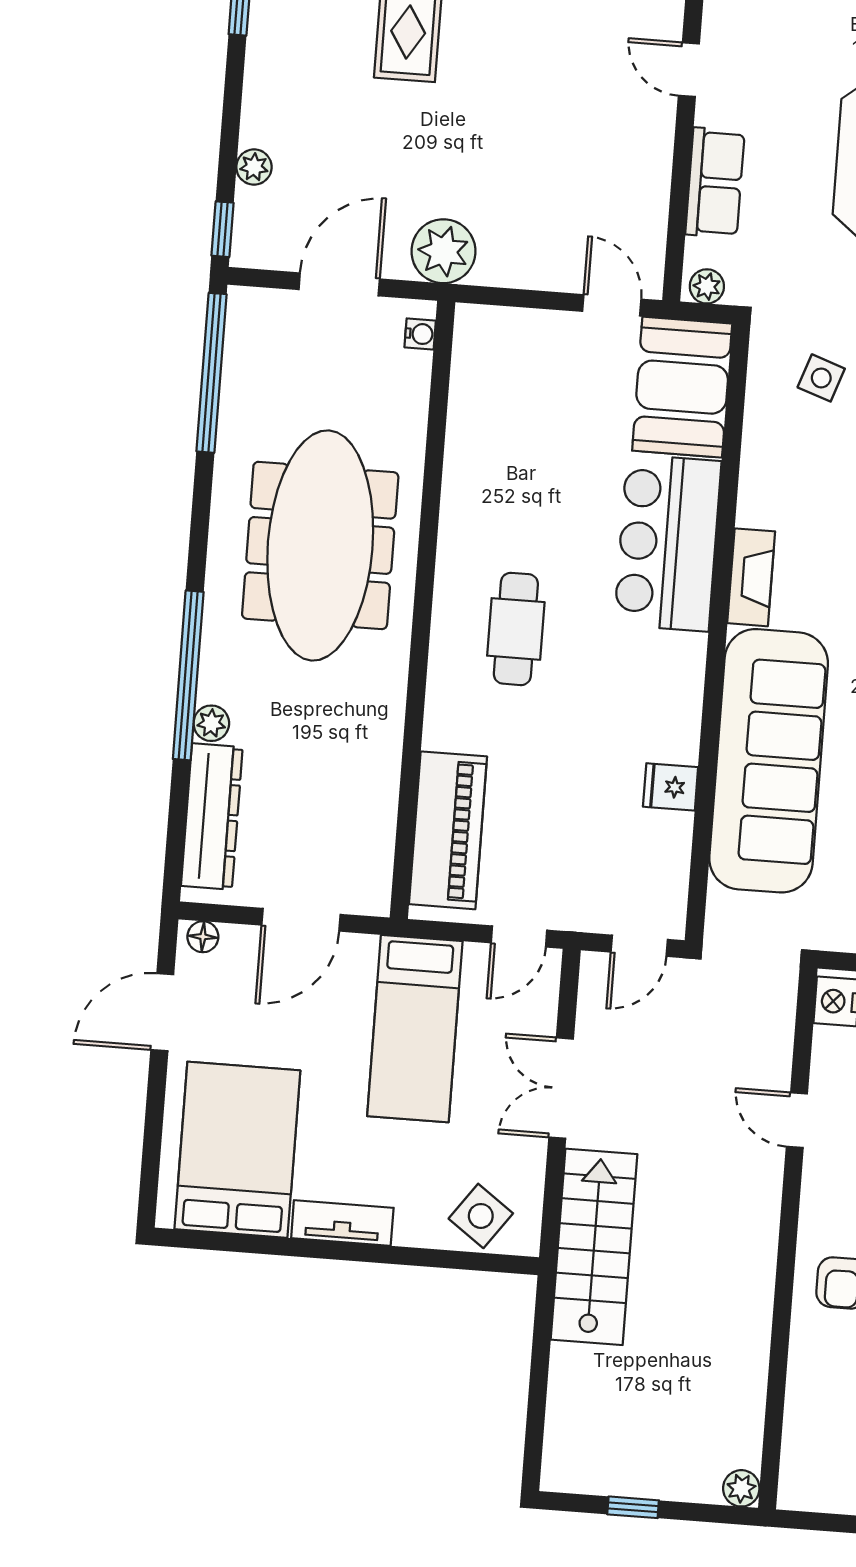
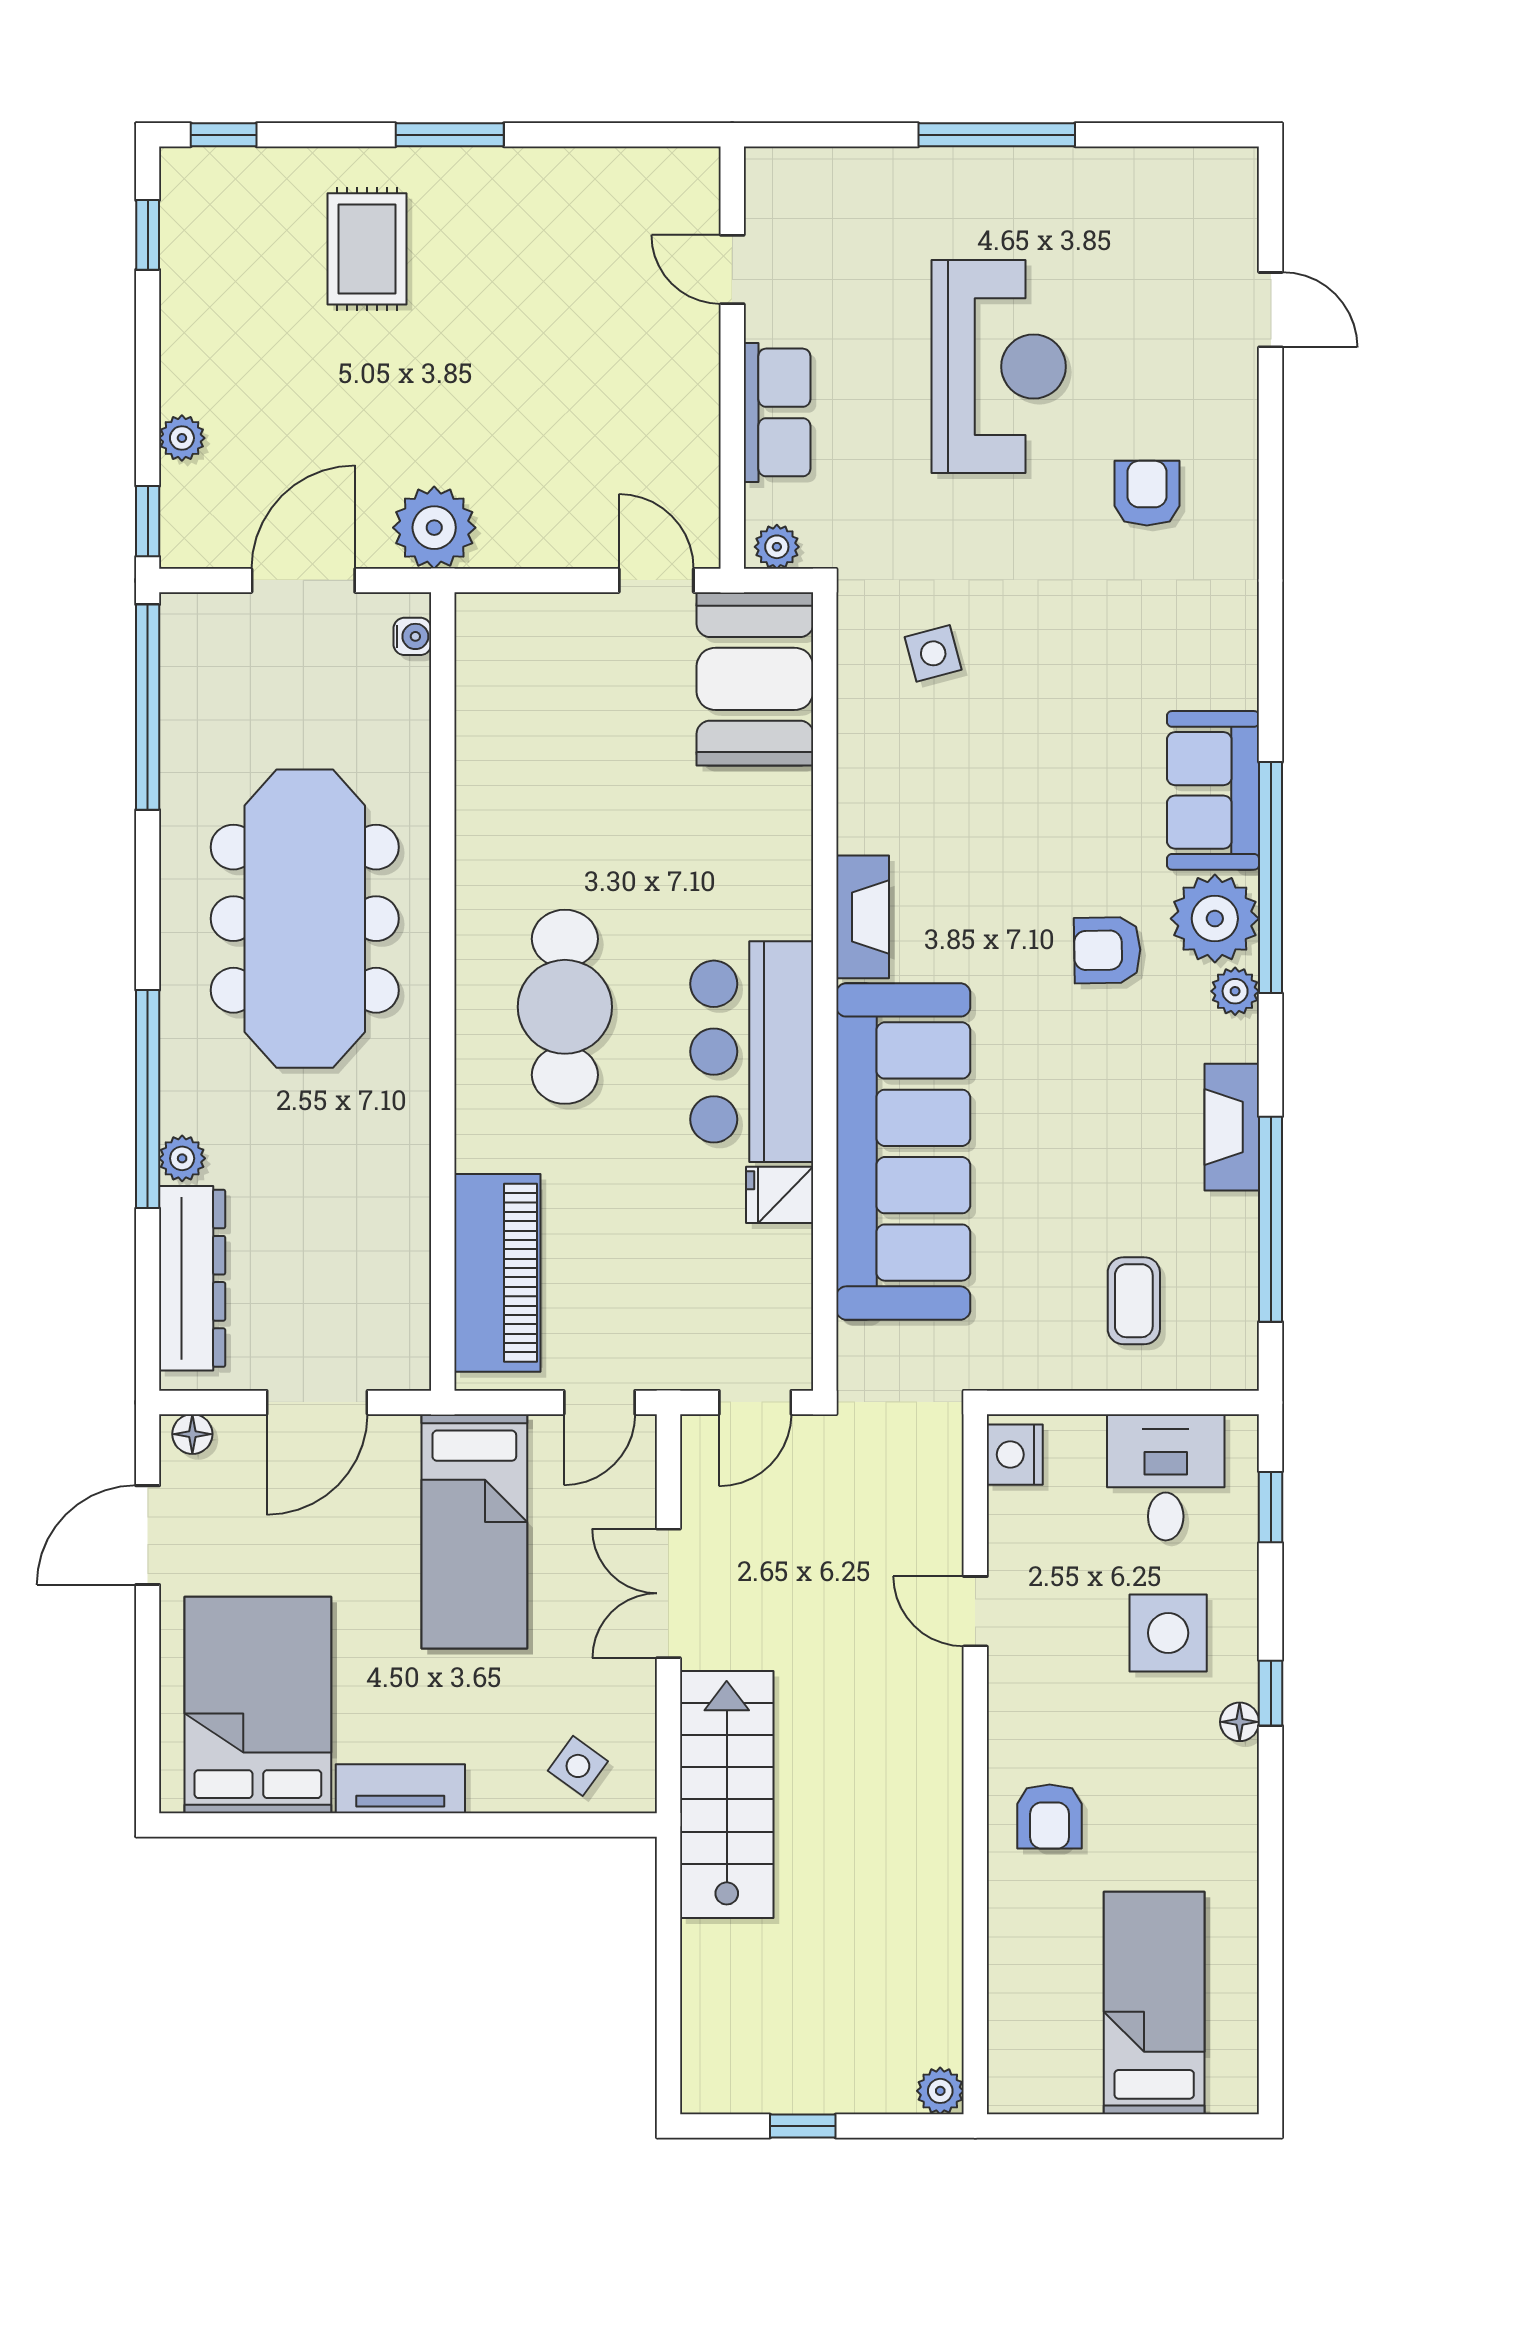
side table: (821, 378) -> (933, 653), turned -34
bar counter: (668, 543) -> (752, 1052), moved
cafe table: (516, 629) -> (565, 1007), width x1.37, depth x1.35
side table: (481, 1216) -> (578, 1766), width x0.73, depth x0.73

